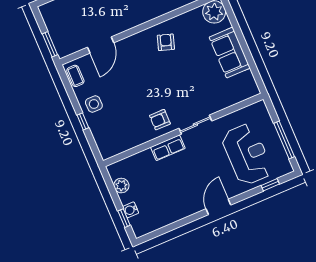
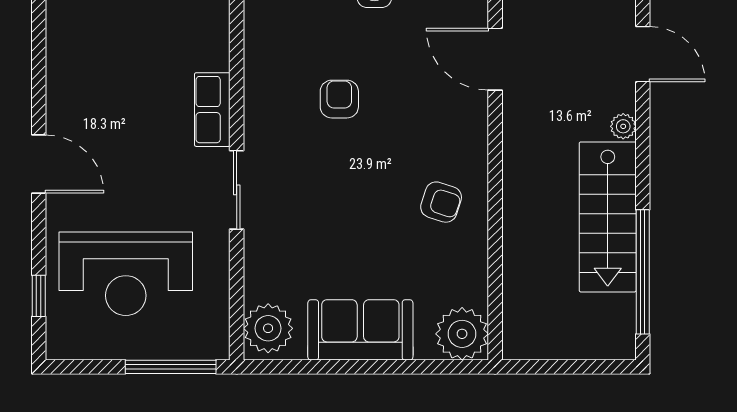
plant: (245, 89) -> (268, 328), added
armchair: (160, 120) -> (339, 99), moved
window: (284, 140) -> (171, 367), moved

